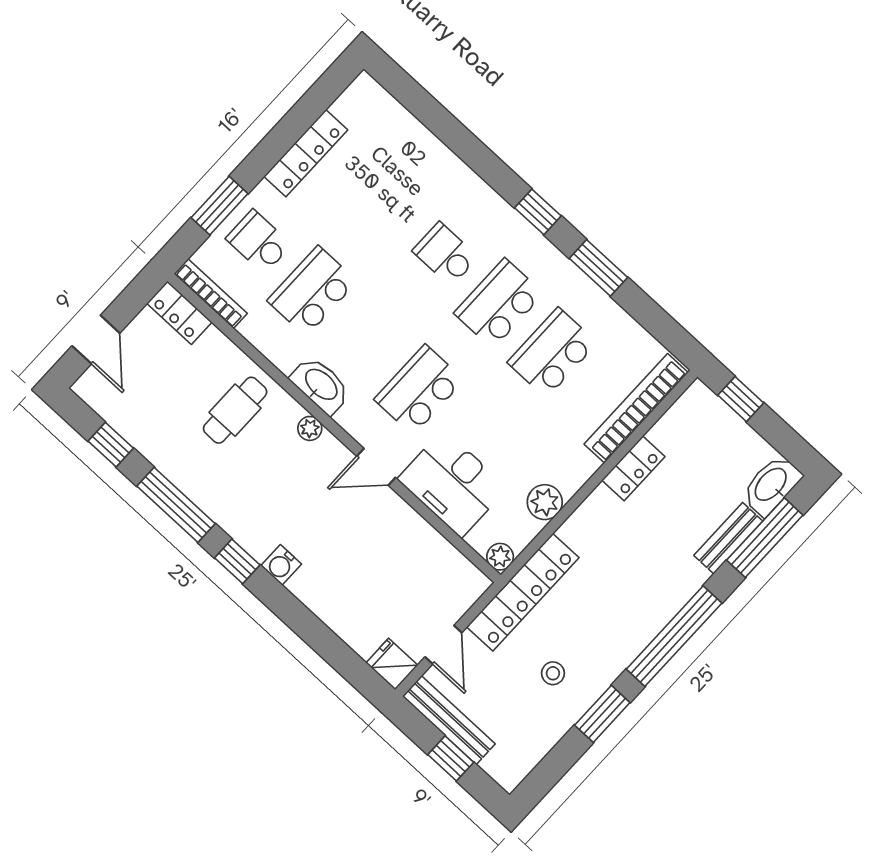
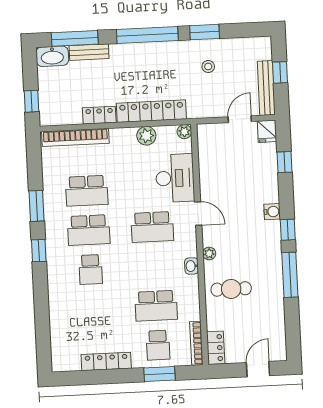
washbasin: (321, 385) -> (192, 266), width x0.52, depth x0.69
window: (111, 445) -> (284, 162), moved
locker: (523, 592) -> (151, 111), moved

